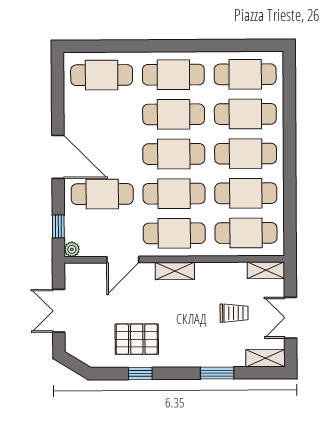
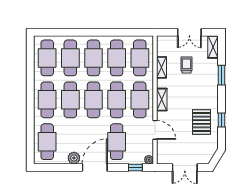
plant: (74, 121) -> (74, 158), added
shelving: (266, 270) -> (162, 67), moved

